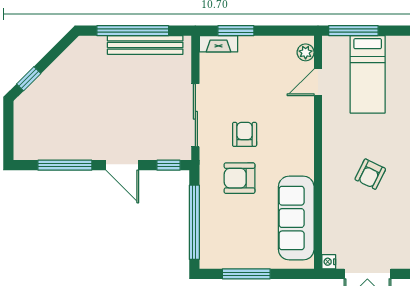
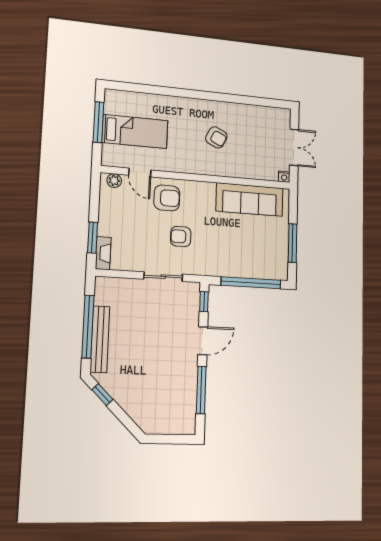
window: (353, 31) -> (98, 122), moved
bench: (145, 45) -> (100, 339), moved
window: (29, 79) -> (102, 395), moved
sliding door: (195, 115) -> (163, 277), width x0.73
armchair: (239, 178) -> (167, 198), moved, turned -90

